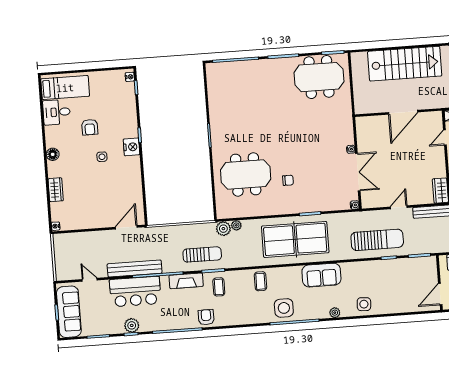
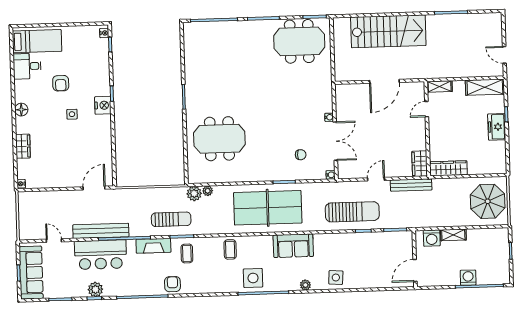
chair: (288, 180) -> (301, 155), moved

